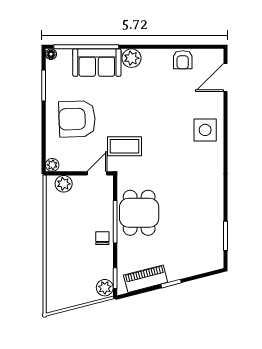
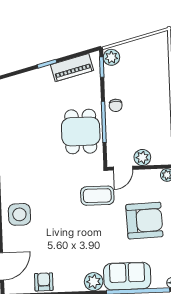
plant: (64, 184) -> (142, 157), moved

